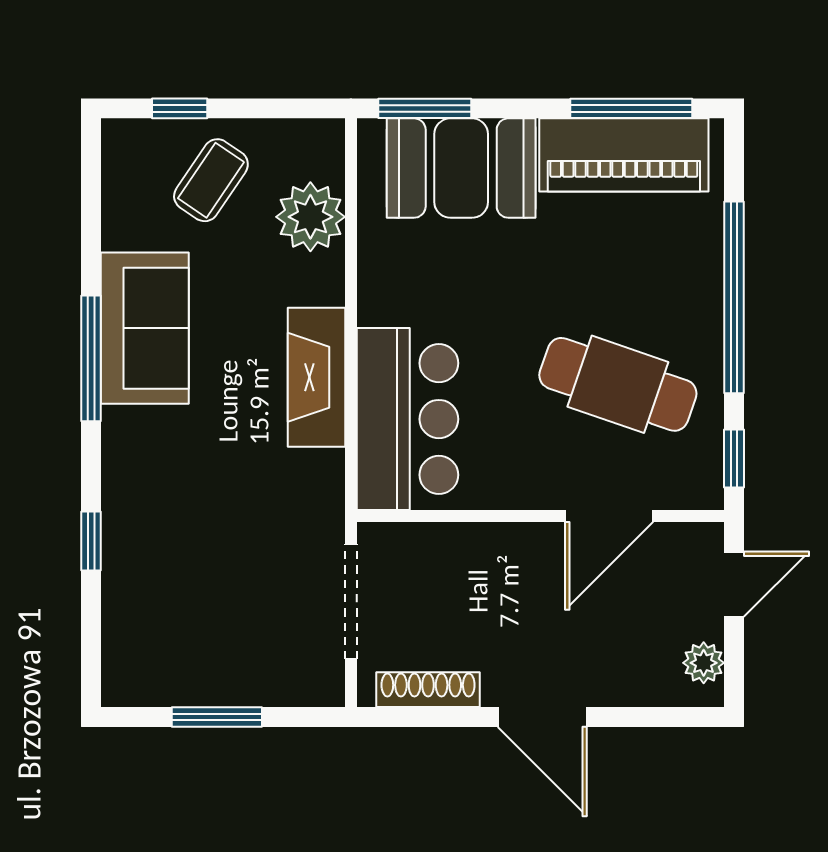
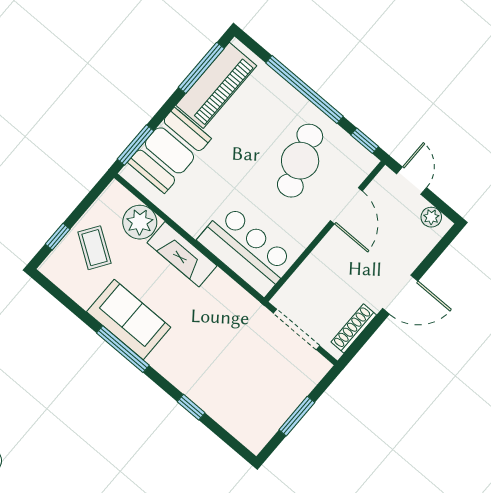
fireplace: (316, 377) -> (182, 254), moved
cafe table: (618, 384) -> (300, 161), turned -38

